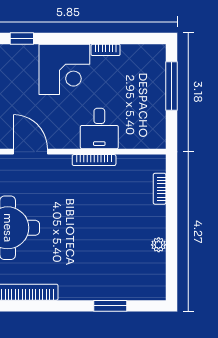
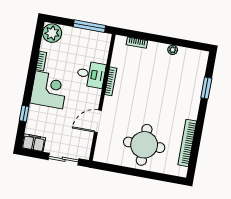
plant: (151, 59) -> (52, 33), added
window: (171, 86) -> (89, 26), moved

